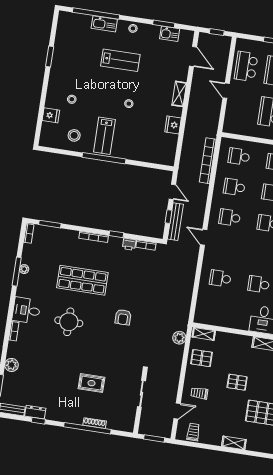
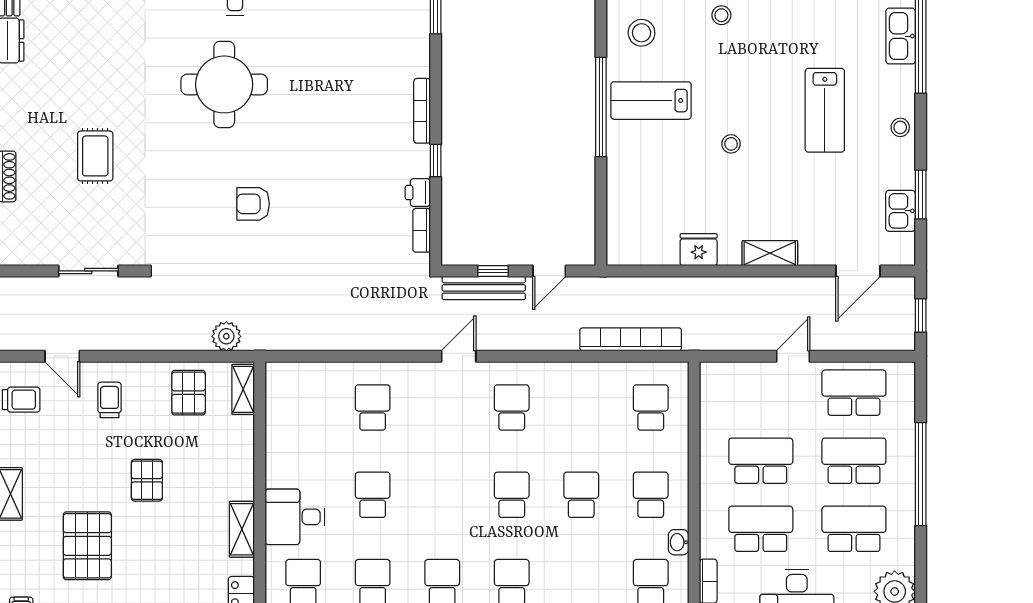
kitchen sink: (104, 24) -> (901, 36), moved
school desk: (234, 187) -> (581, 407), removed
shop shelf: (82, 280) -> (322, 100), removed
round table: (69, 322) -> (224, 84), width x1.36, depth x1.36

